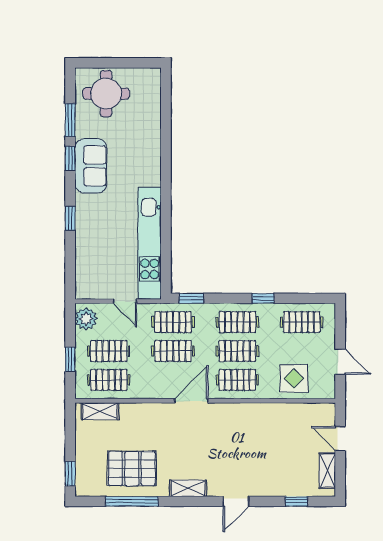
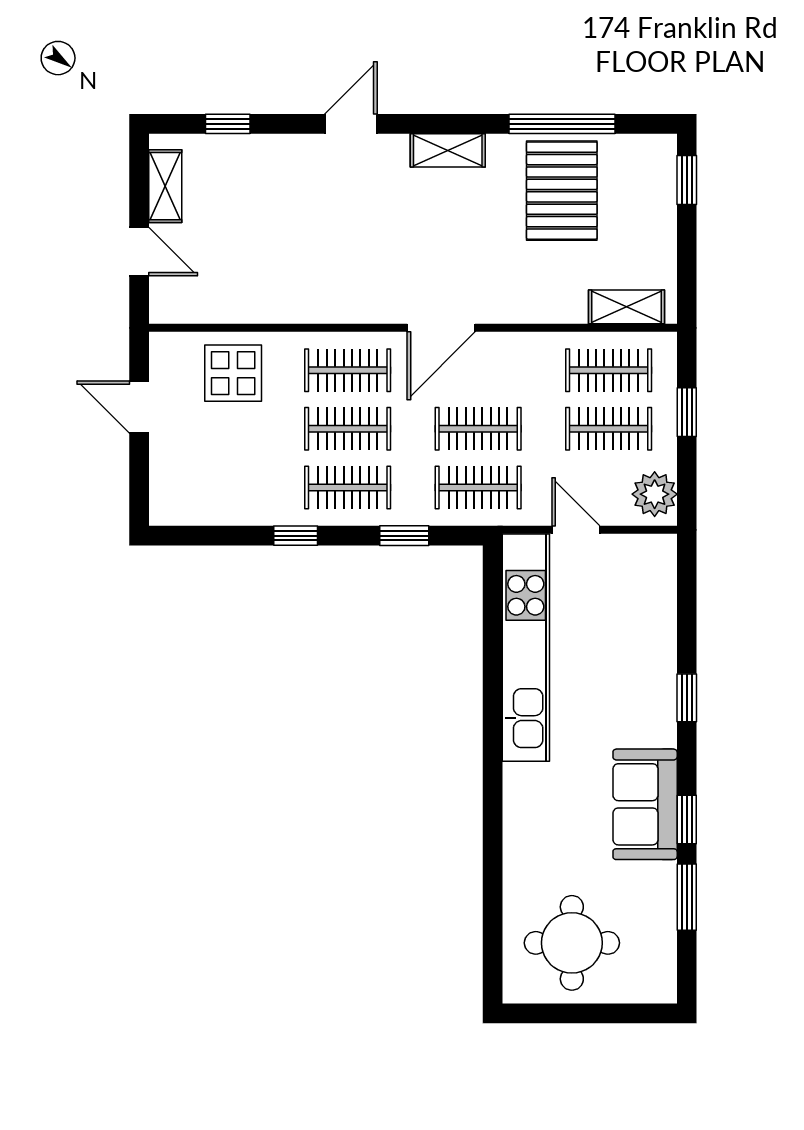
round table: (106, 94) -> (572, 943), moved
window: (191, 298) -> (404, 536), moved
clothes rail: (302, 322) -> (217, 487), removed
pallet: (132, 468) -> (562, 191), turned 90

